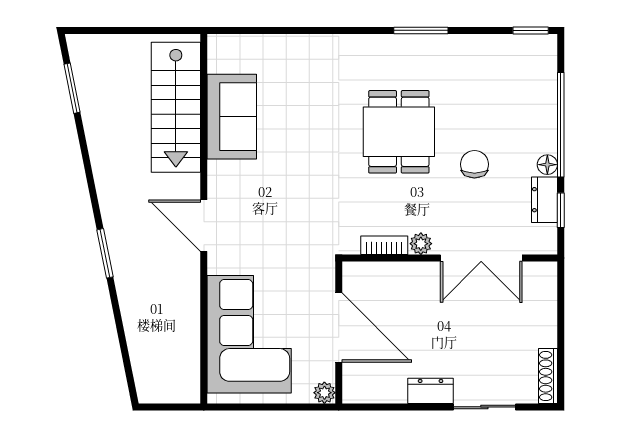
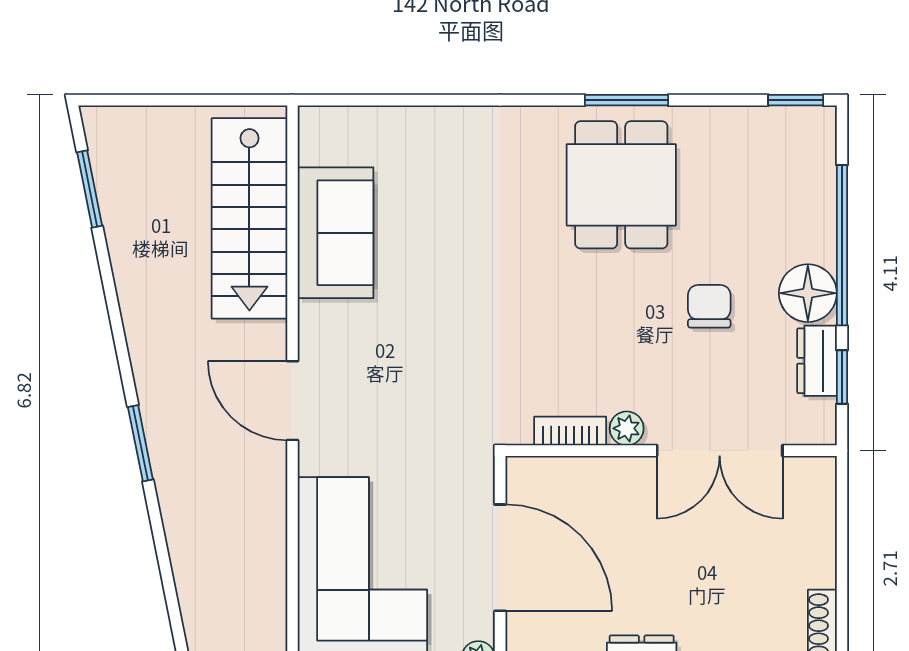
dining table: (399, 132) -> (621, 185), moved
floor lamp: (547, 165) -> (808, 293), width x1.89, depth x1.89

